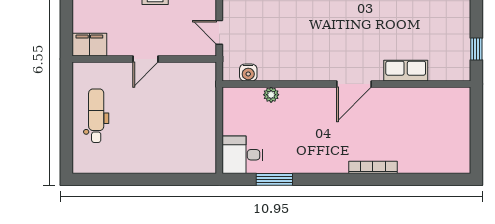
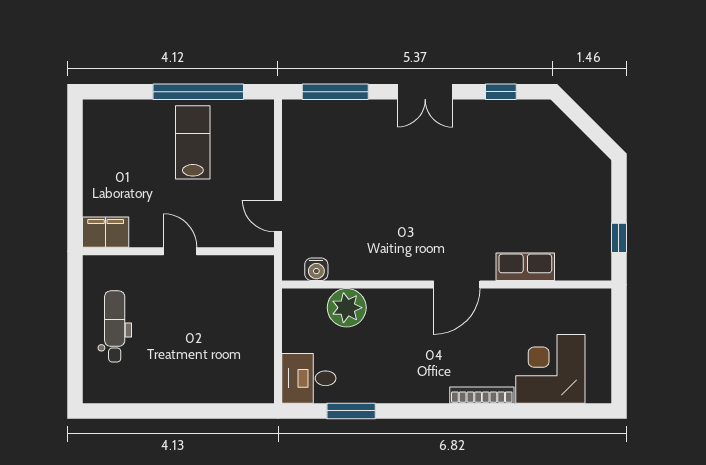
door: (146, 59) -> (180, 251), swing flipped
plant: (271, 95) -> (347, 308), width x1.87, depth x1.87
corner desk: (425, 148) -> (550, 369), added

